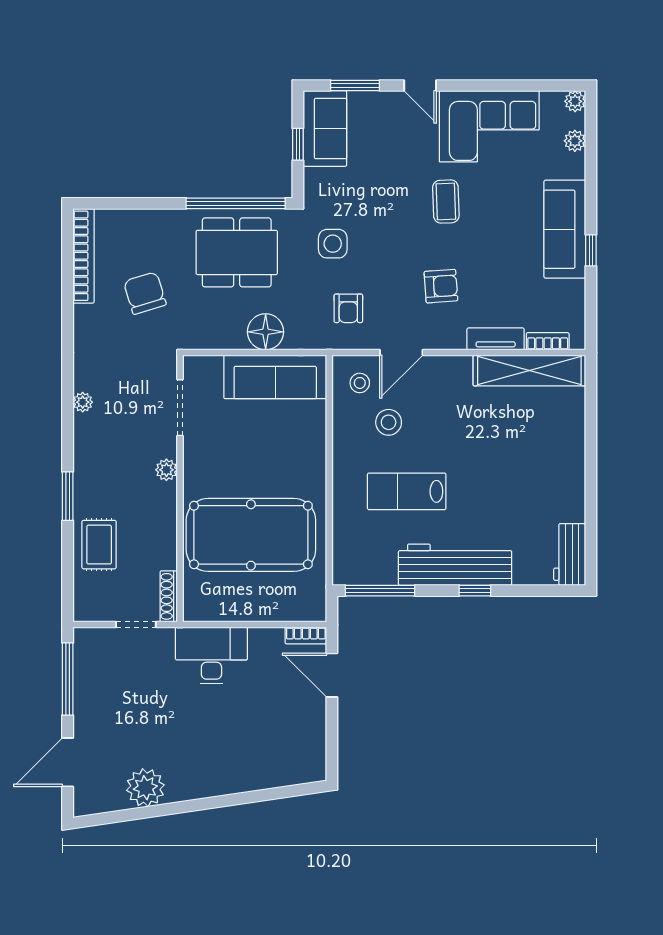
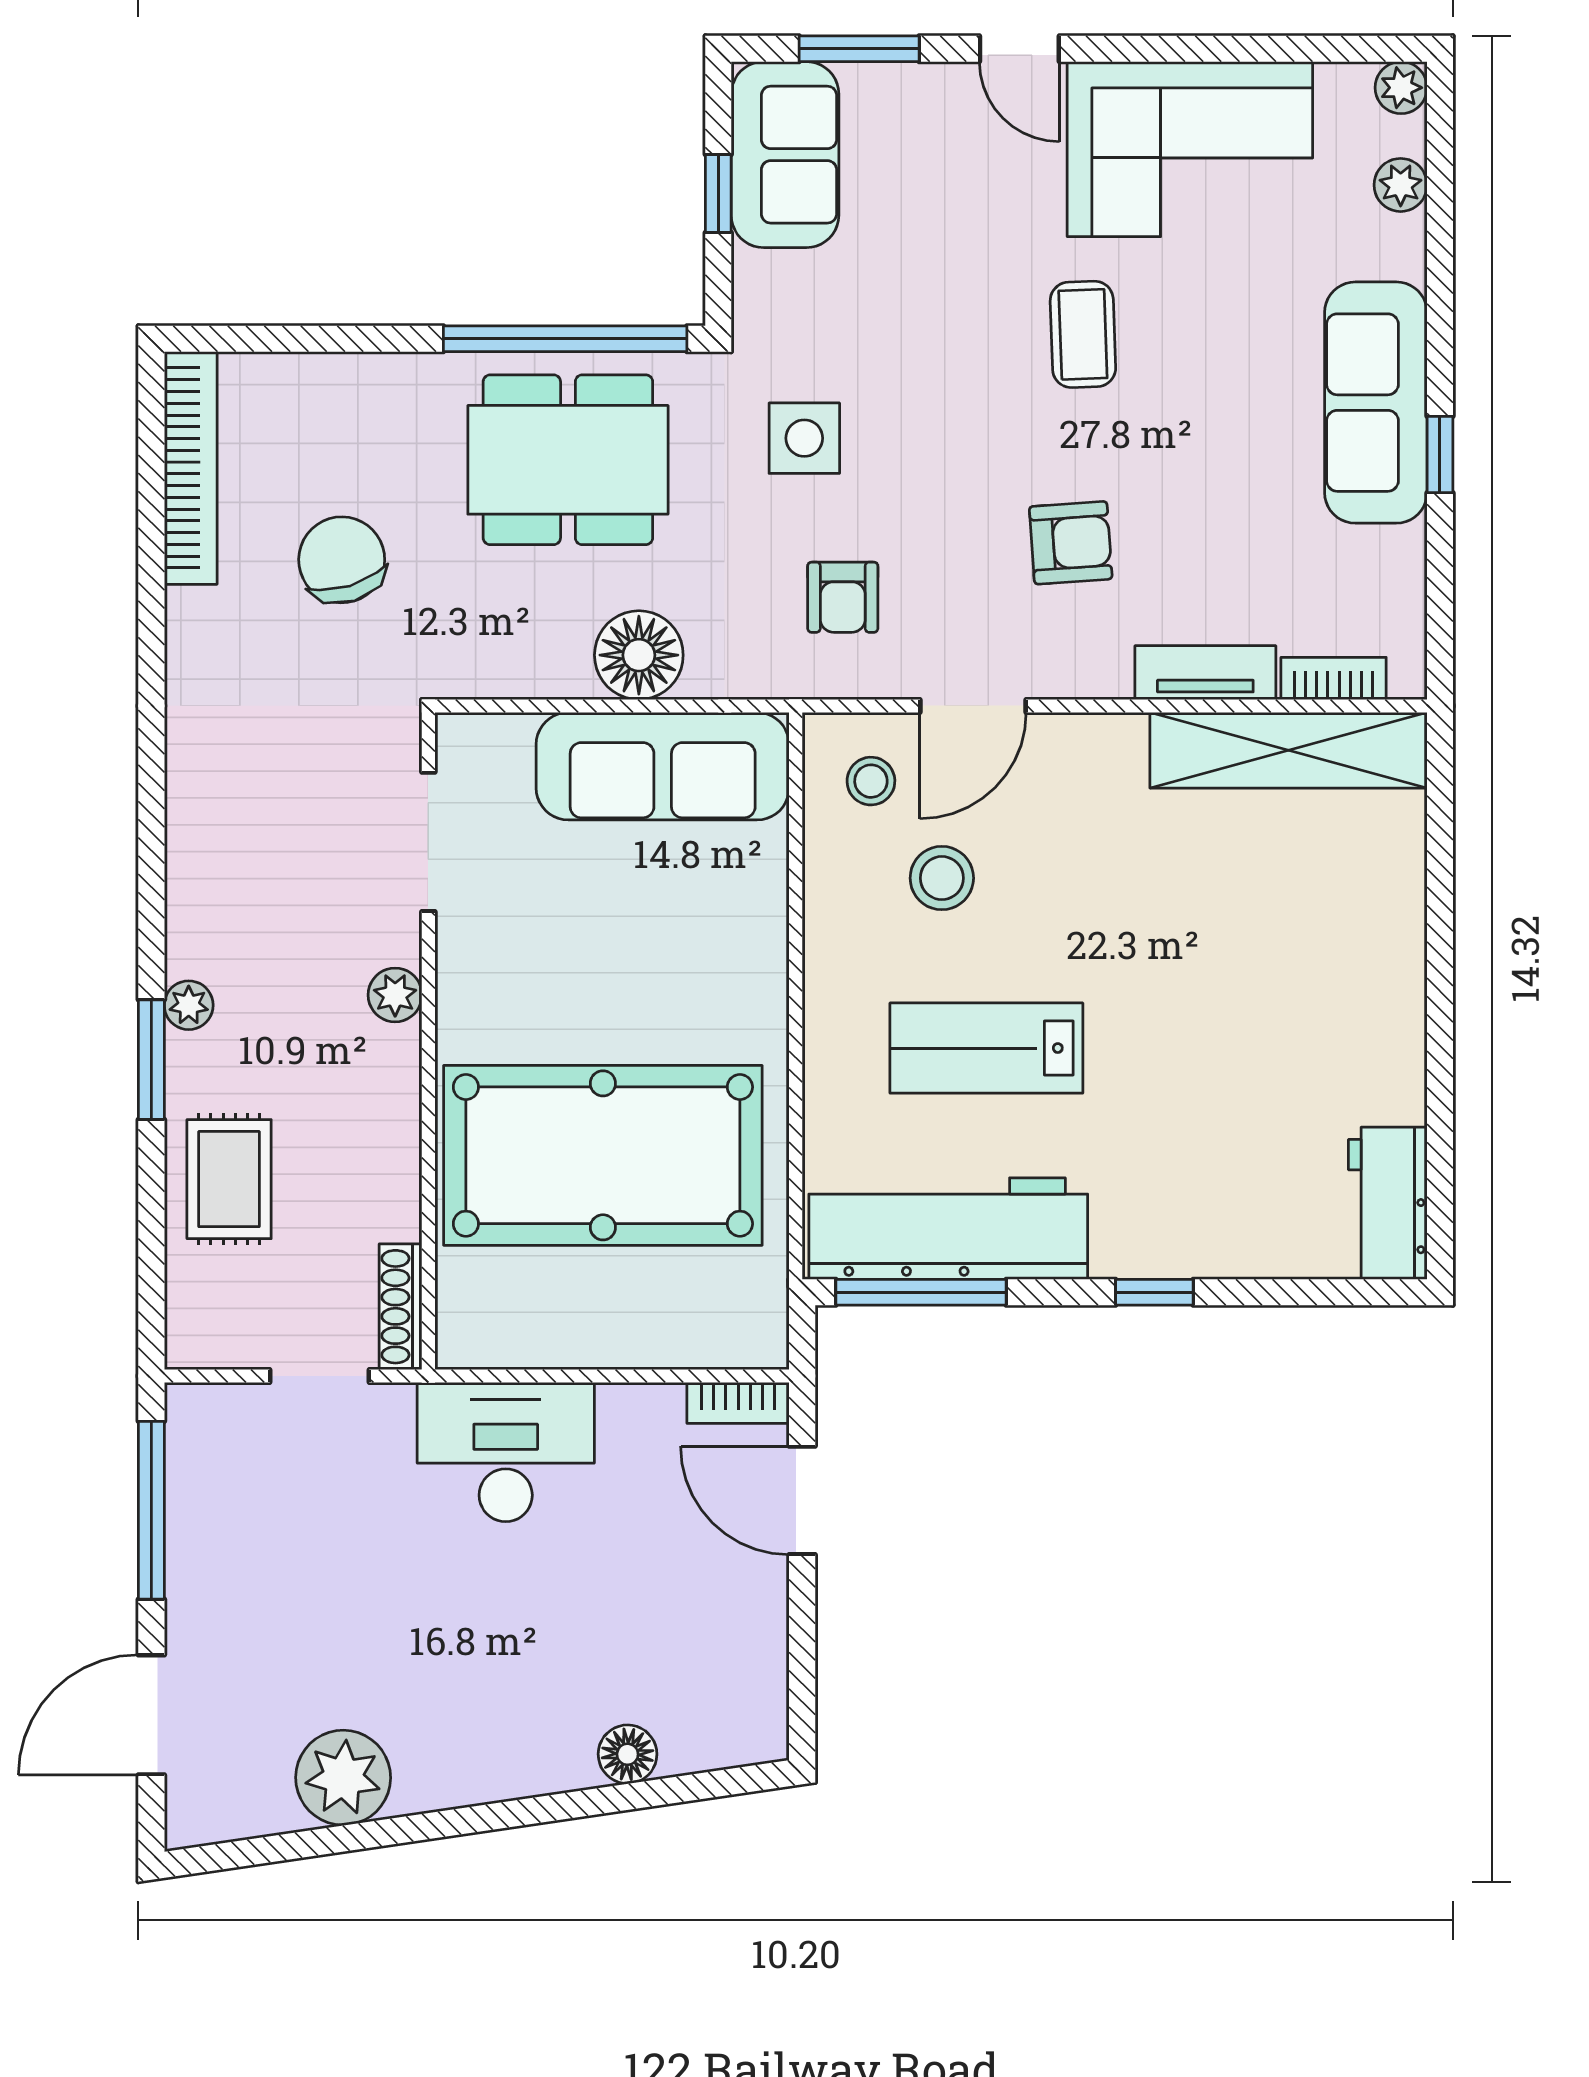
plant: (83, 402) -> (189, 1005), moved
workbench: (455, 565) -> (948, 1229), moved
floor lamp: (261, 778) -> (628, 1754), added

